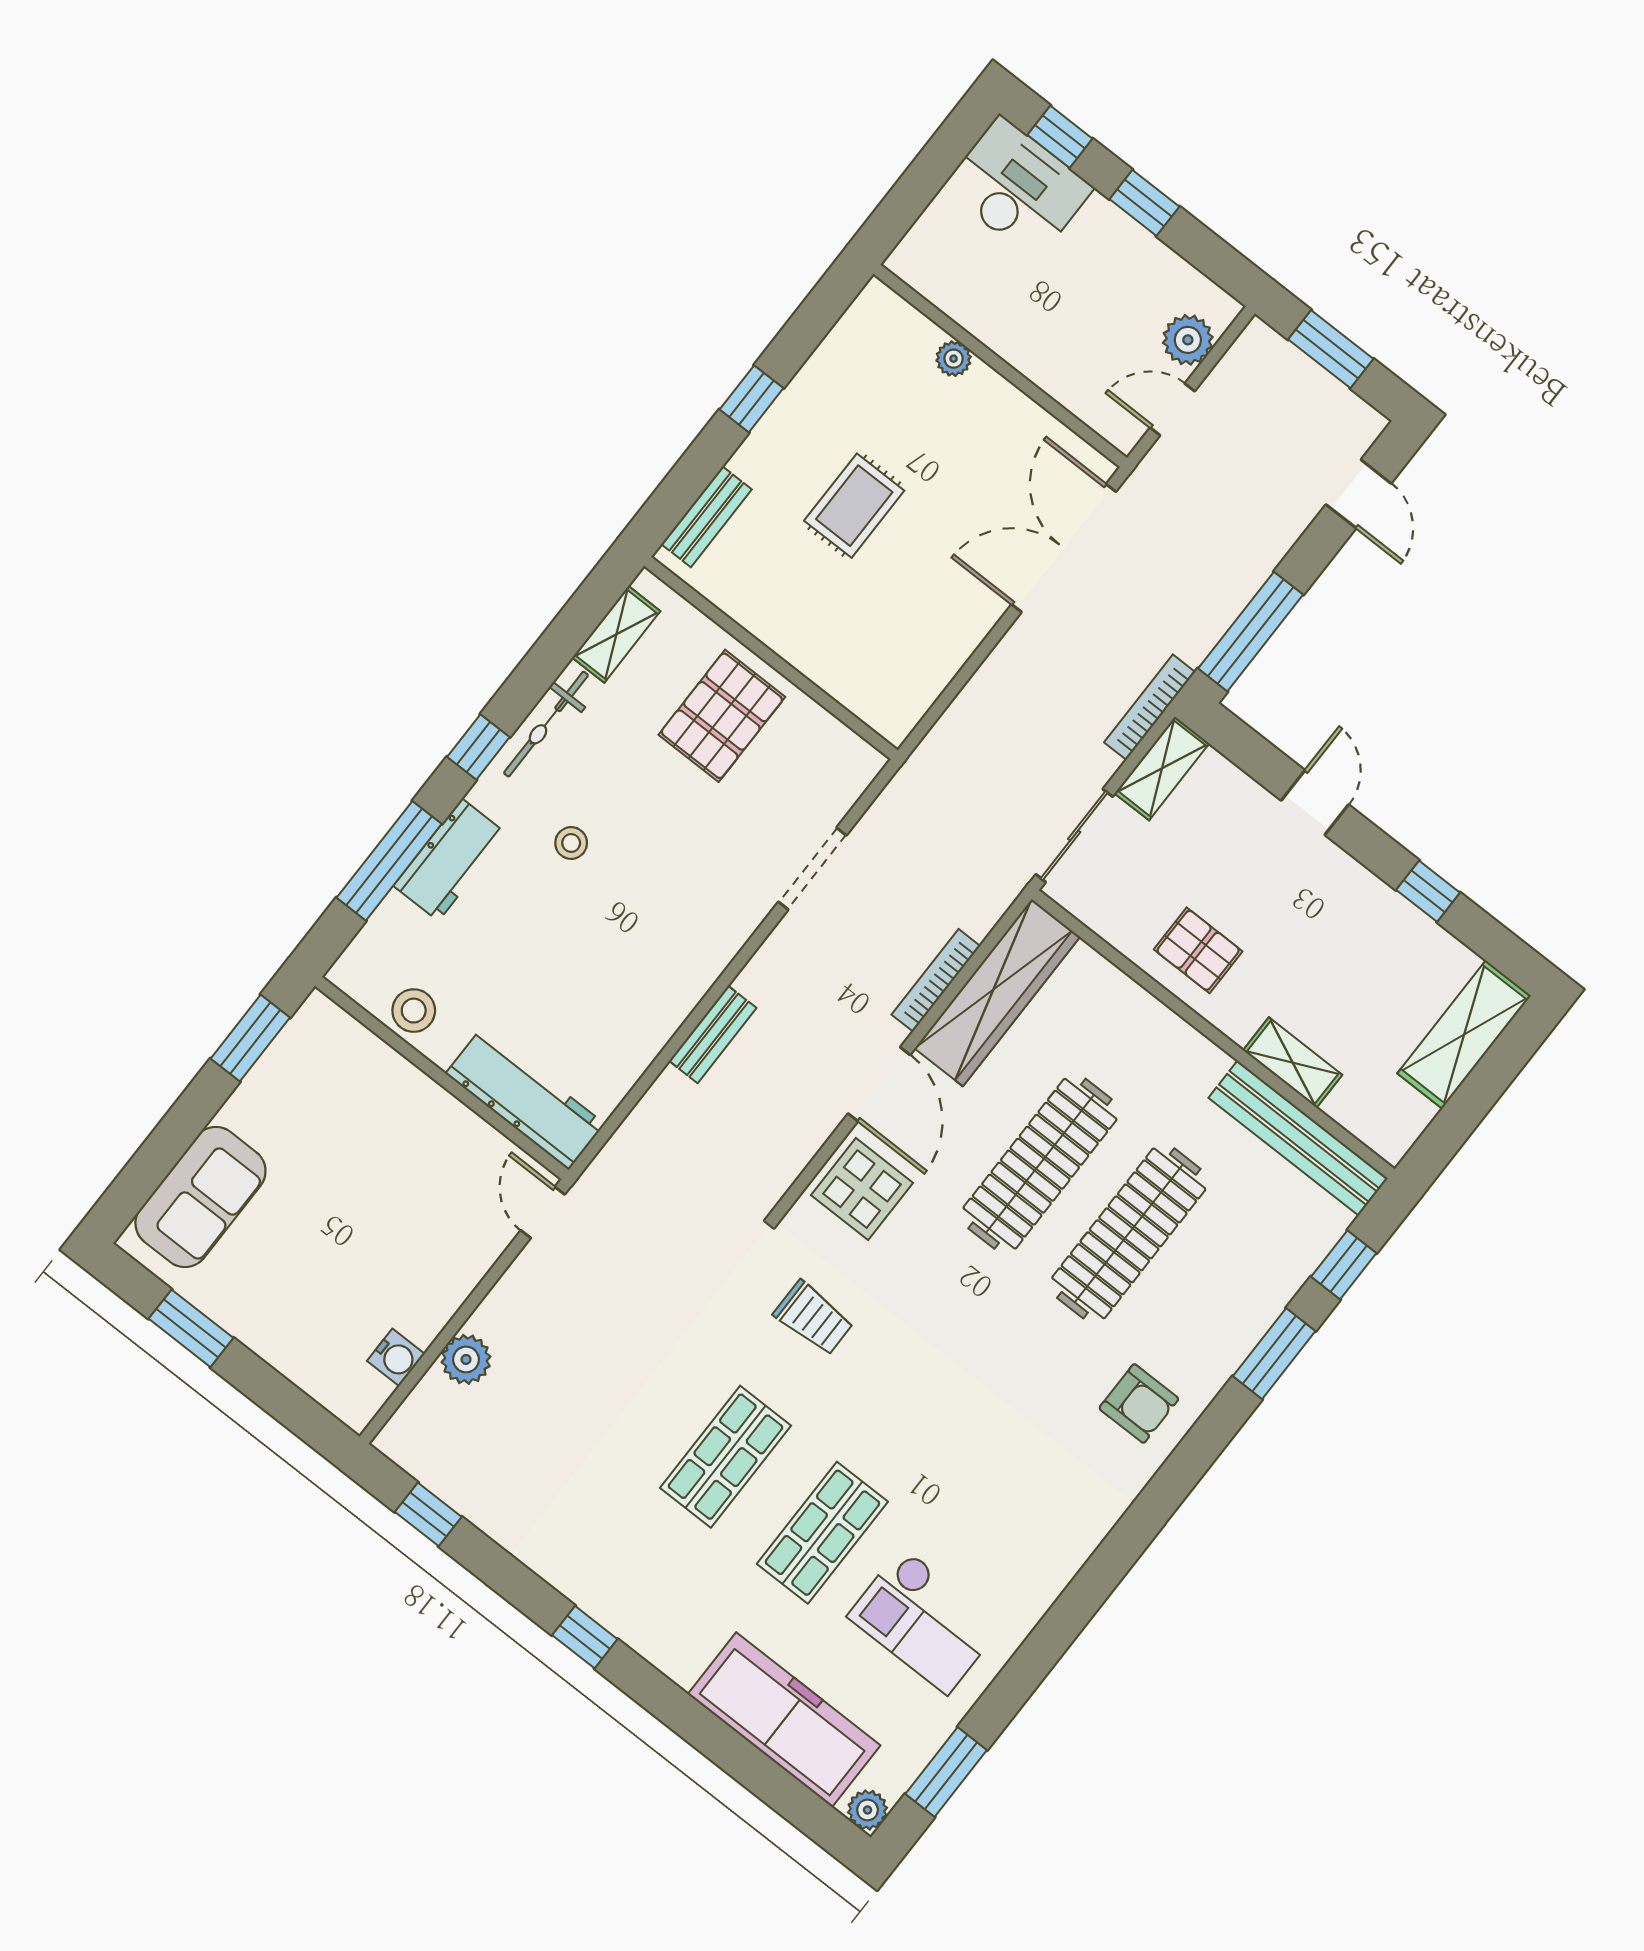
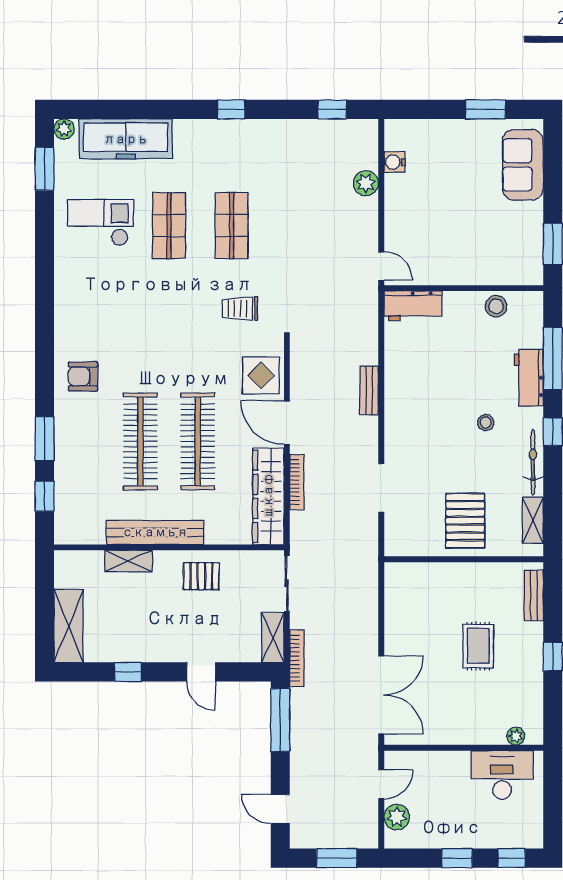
desk: (1018, 188) -> (502, 775), moved, turned 180
plant: (954, 359) -> (516, 736), moved
workbench: (525, 1099) -> (413, 306), width x0.73
bench: (1298, 1138) -> (155, 532), moved

